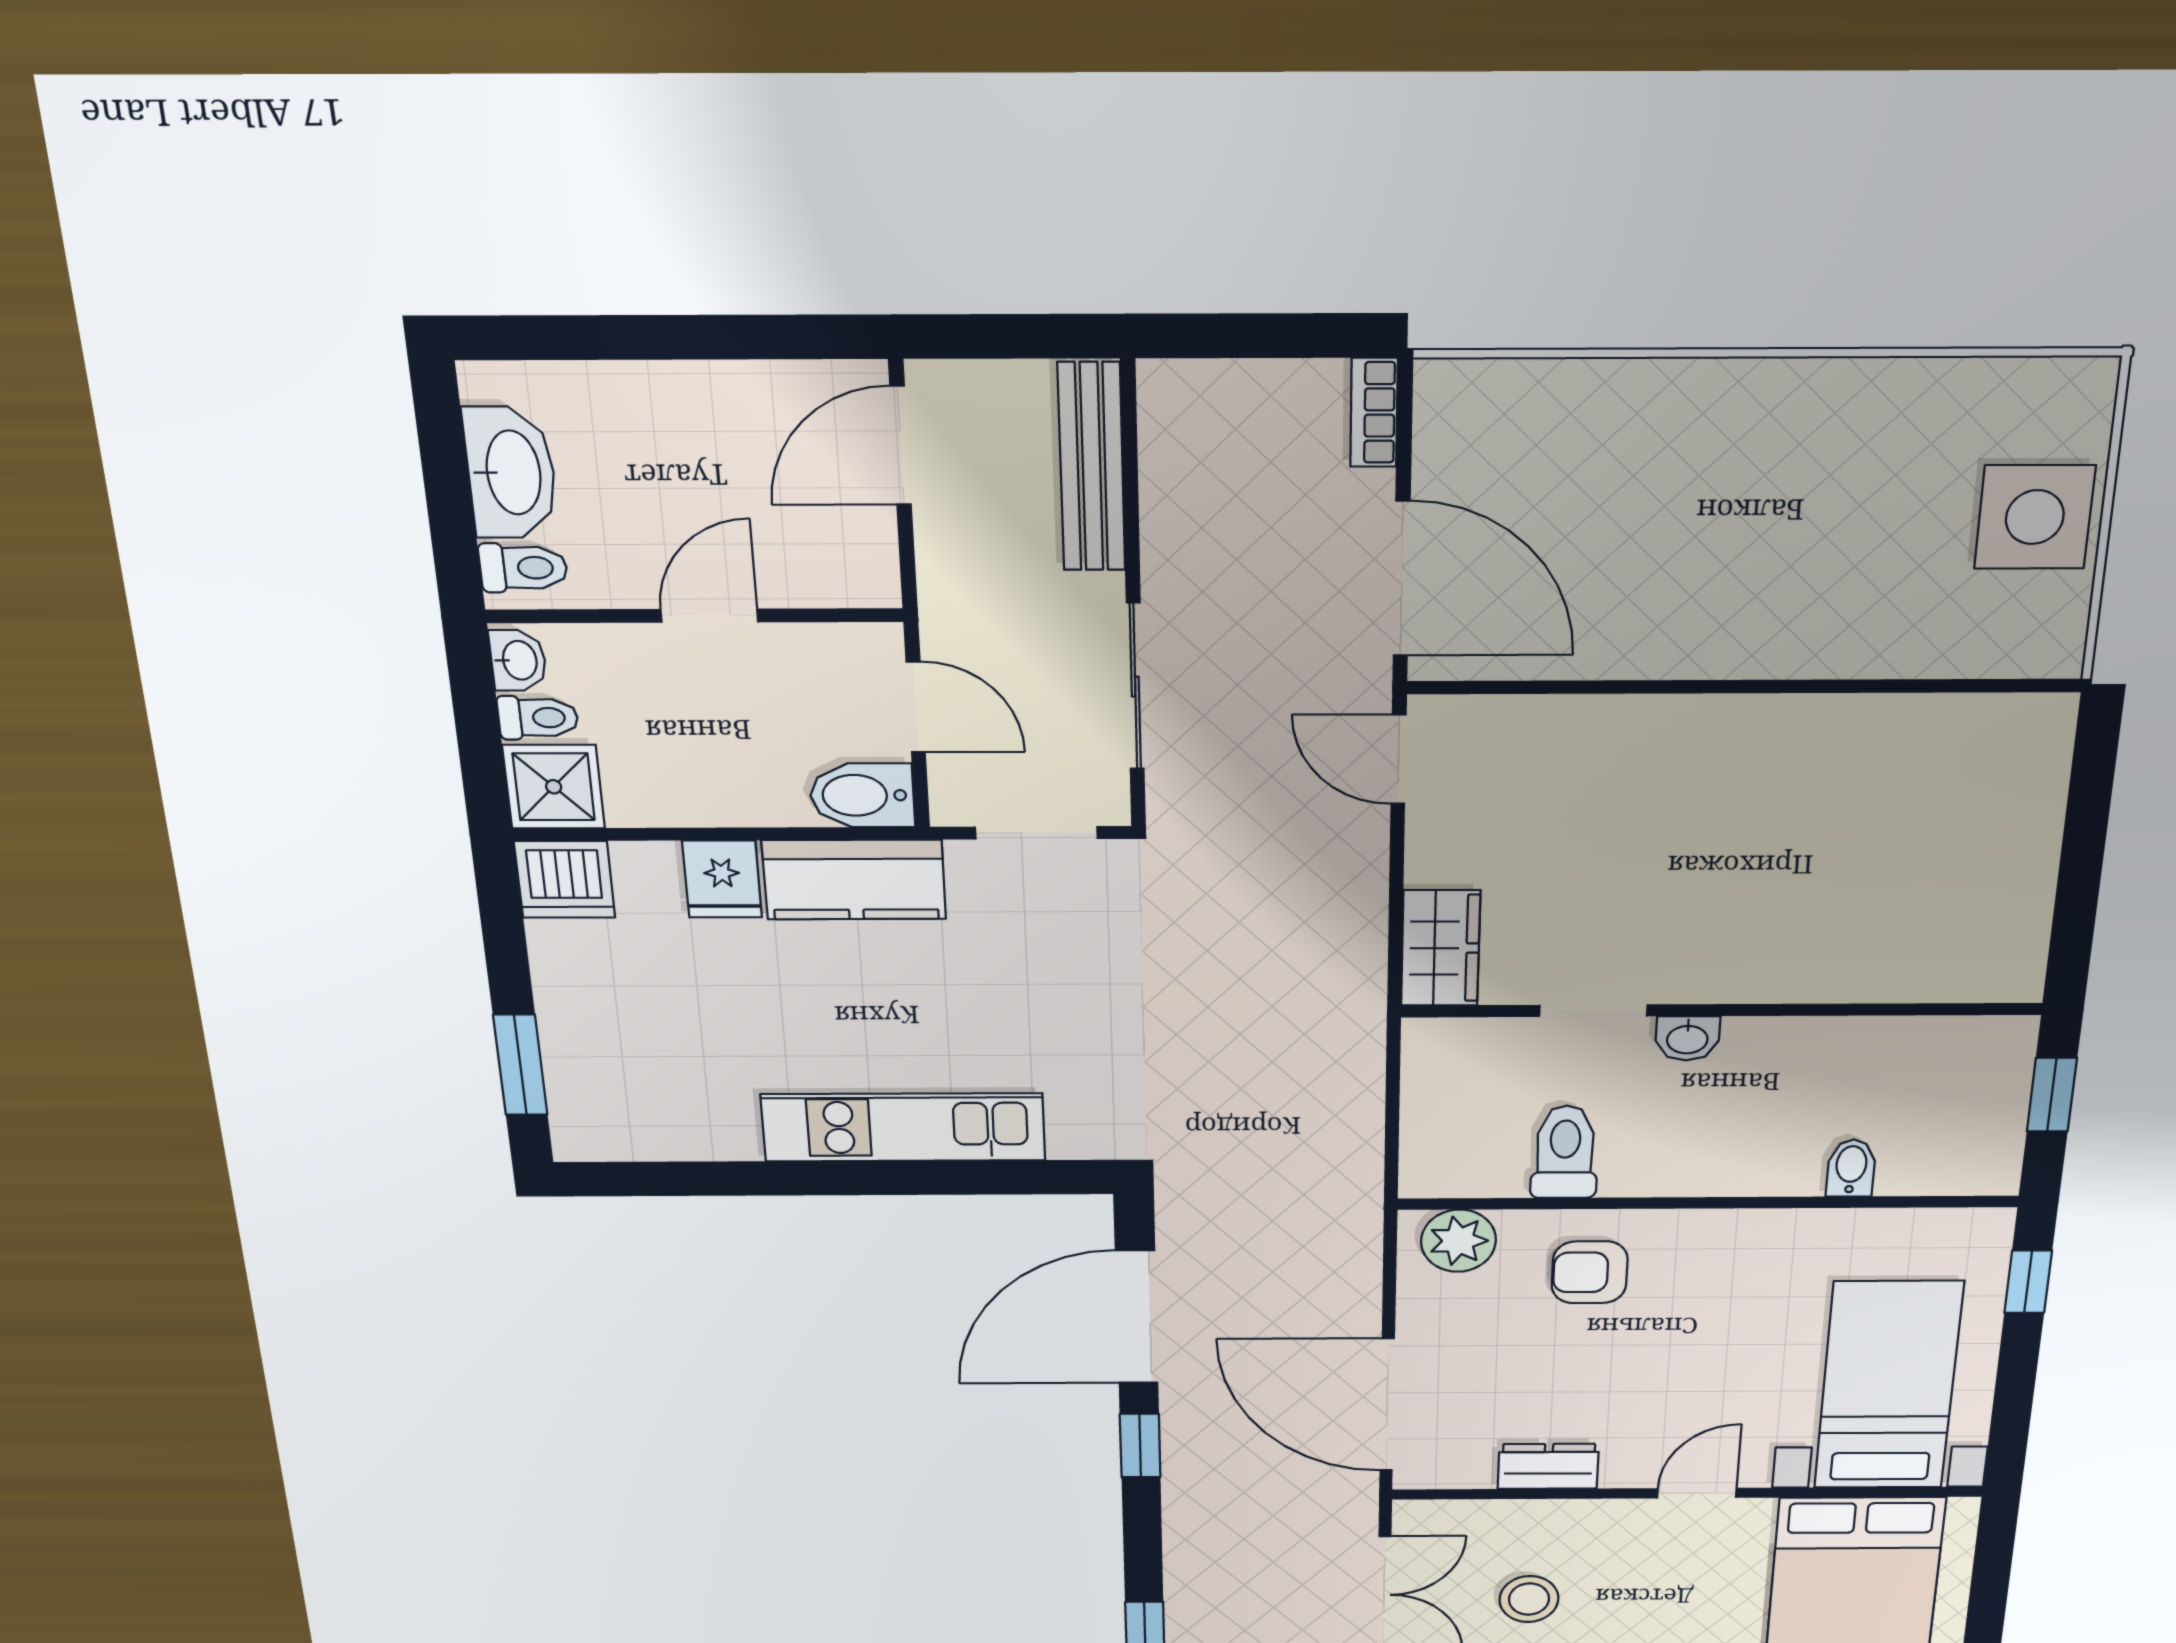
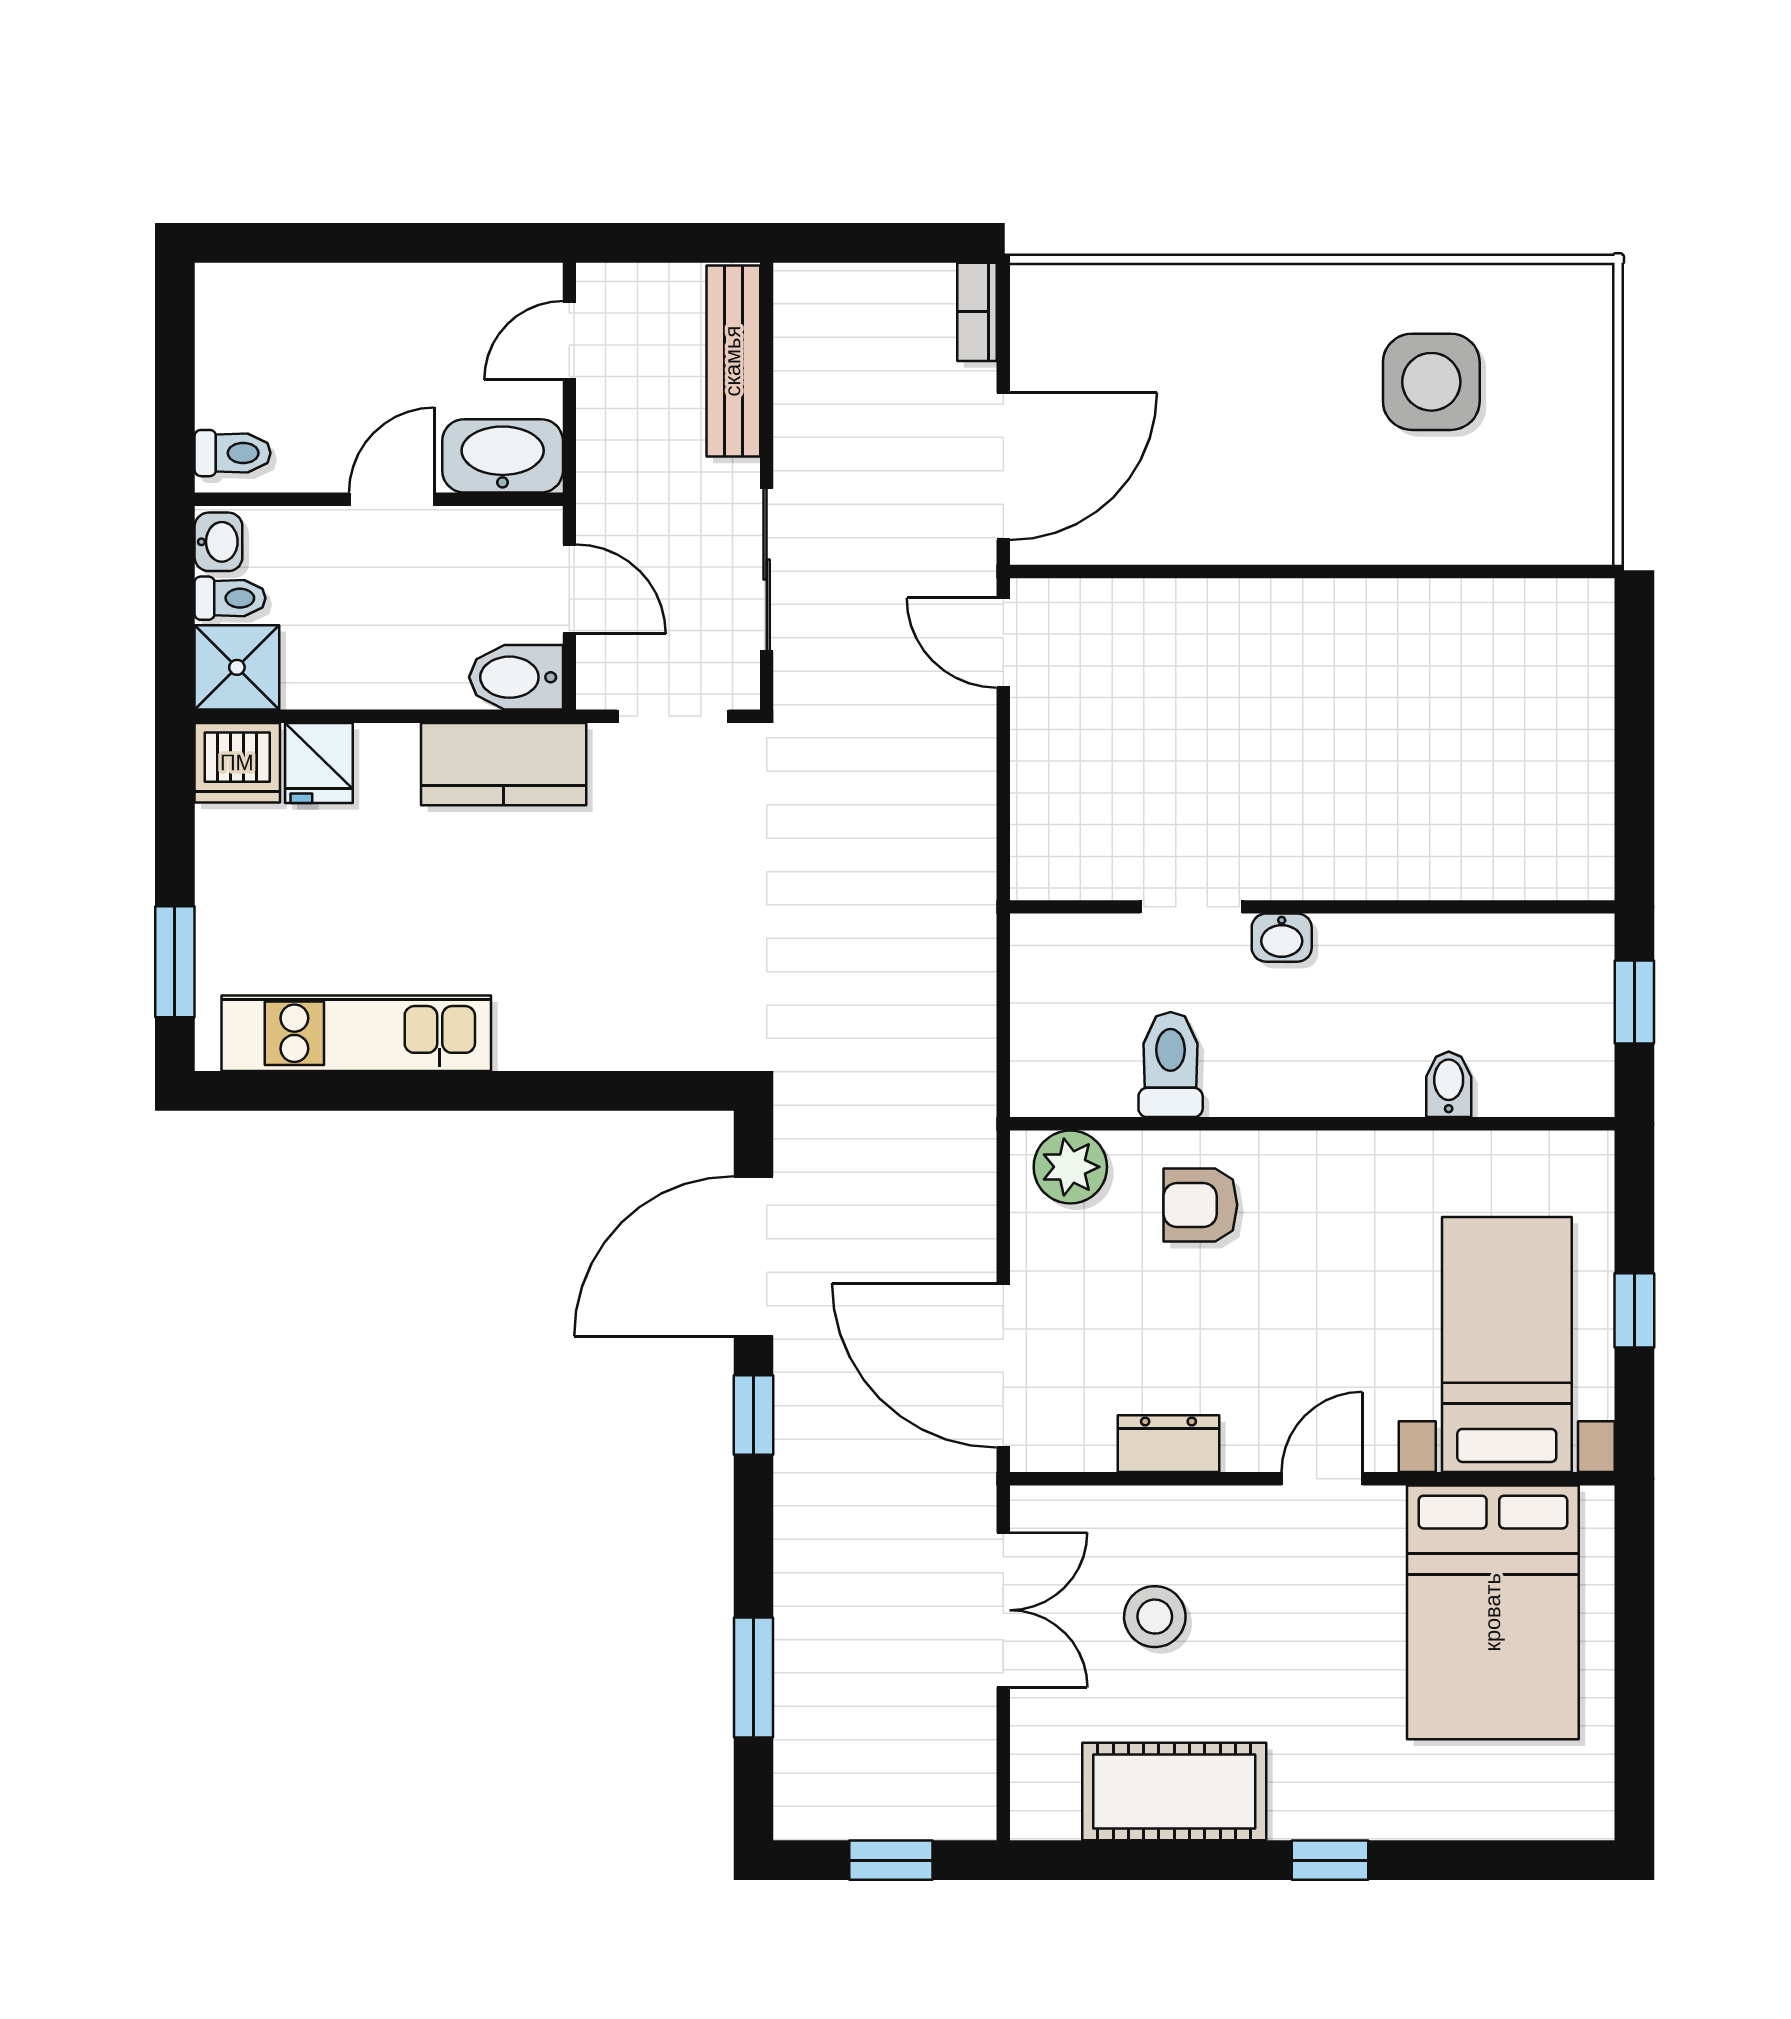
door: (901, 446) -> (569, 341), width x0.73
washbasin: (511, 473) -> (503, 456), moved, turned -90
side table: (2035, 517) -> (1431, 382), moved
door: (1402, 579) -> (1003, 466), hinge flipped
fridge: (722, 879) -> (319, 763), moved
wardrobe: (1441, 948) -> (1046, 839), removed
kitchen unit: (903, 1127) -> (356, 1033), moved
window: (2028, 1282) -> (1634, 1310), moved

